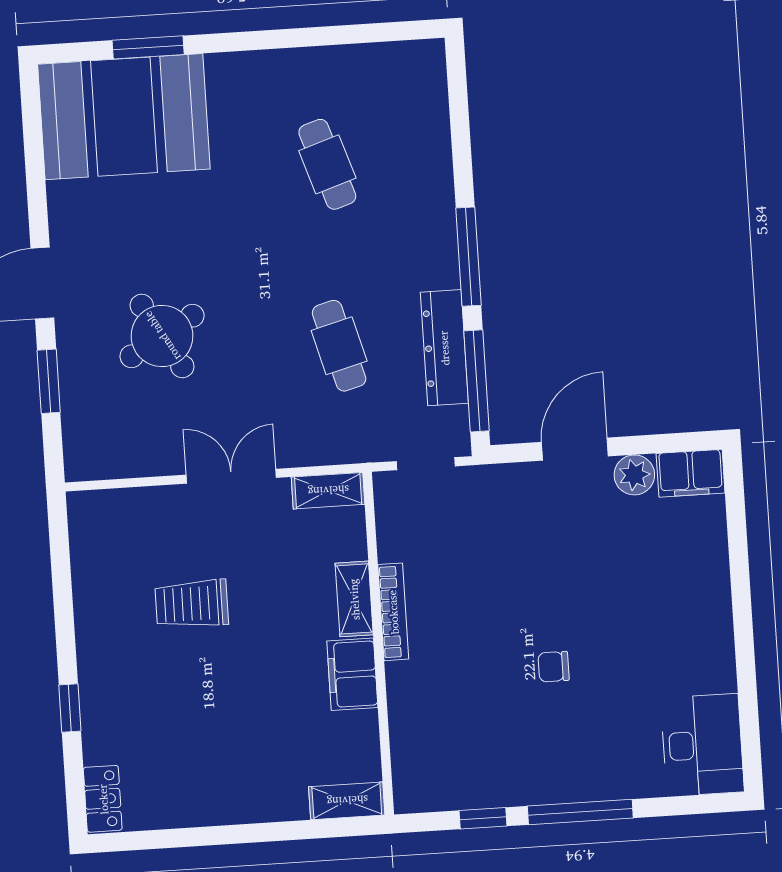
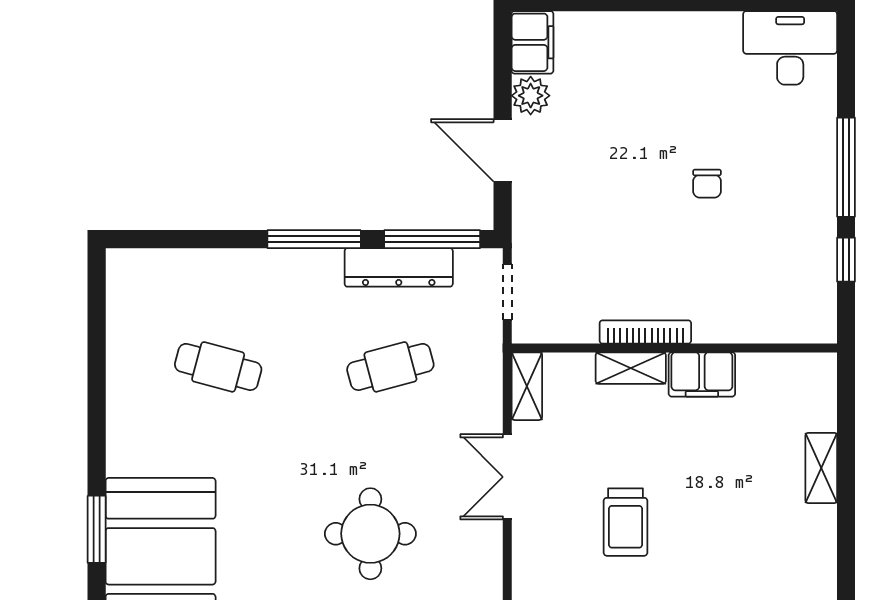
cafe table: (327, 164) -> (218, 367), turned 33
round table: (162, 336) -> (370, 534), turned 30
shelving: (347, 801) -> (821, 468), moved

